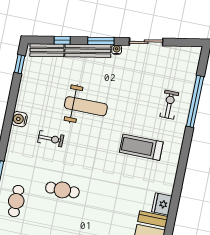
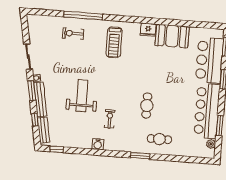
window: (195, 101) -> (83, 16), moved
treadmill: (141, 147) -> (114, 42), moved

